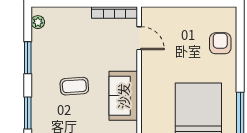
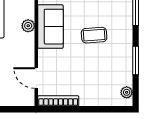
plant: (148, 97) -> (28, 26), added

